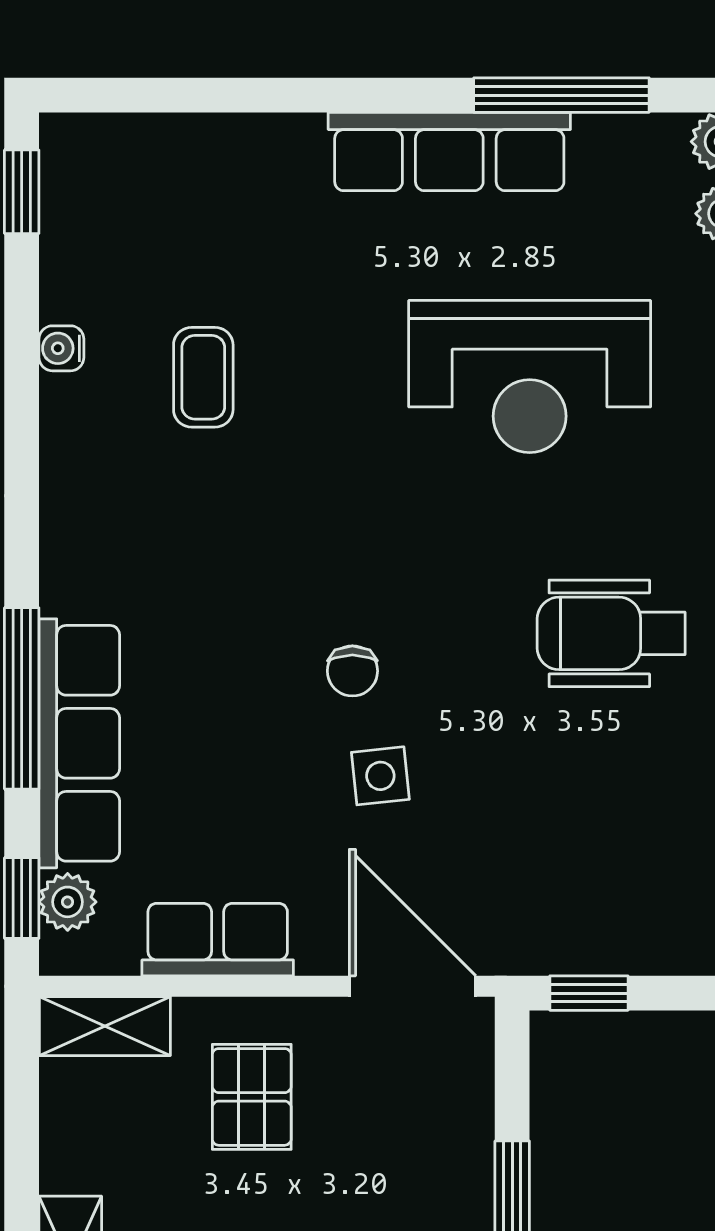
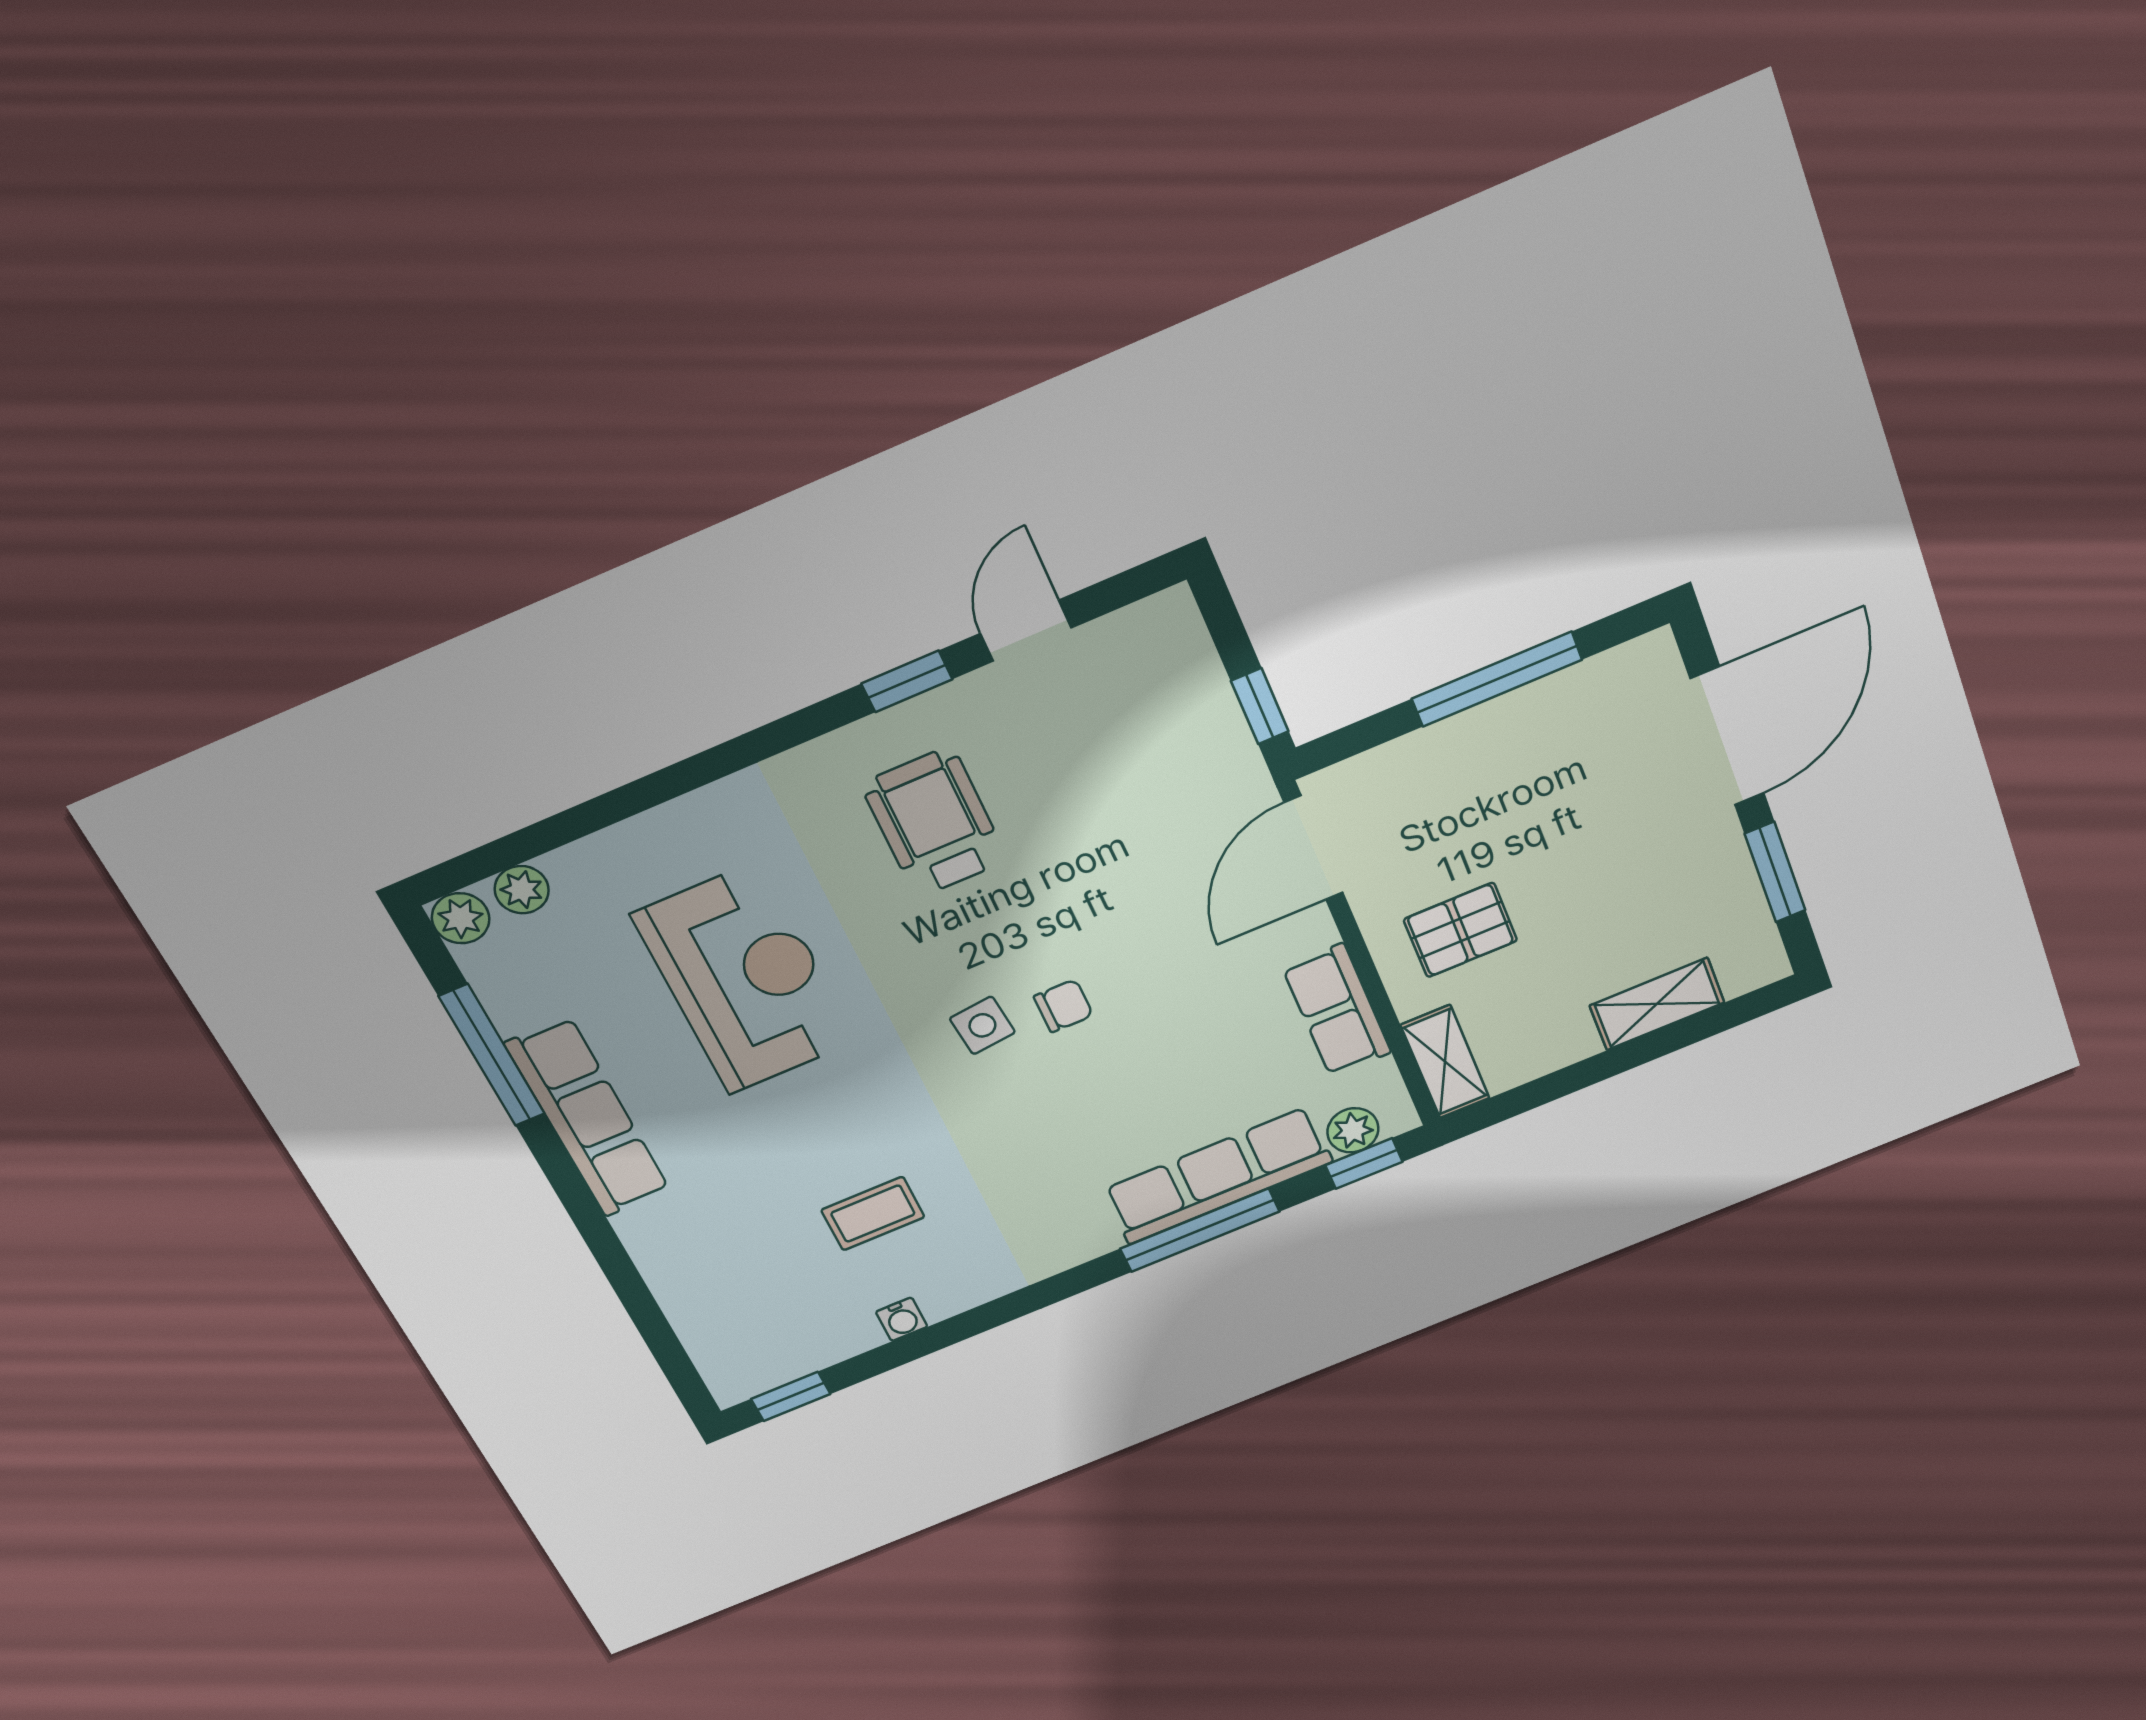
wheelchair: (611, 633) -> (934, 822), turned 180
side table: (380, 776) -> (982, 1025), moved

